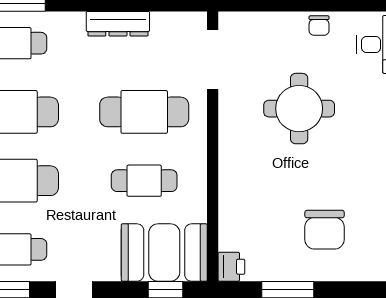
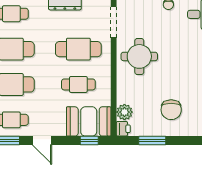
round table: (299, 109) -> (139, 56), moved
plant: (234, 234) -> (124, 112), added

